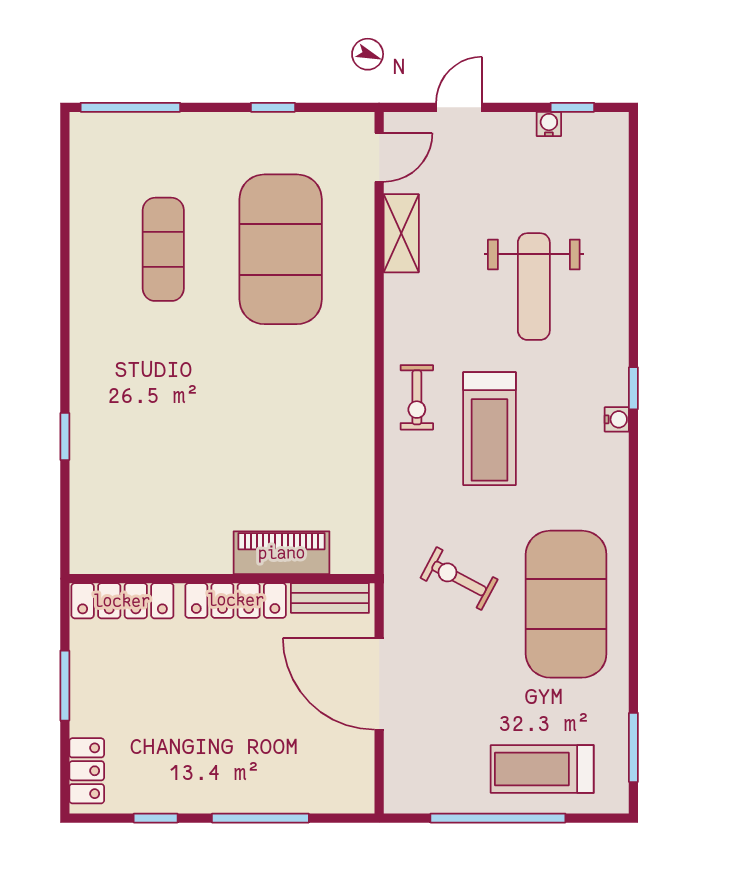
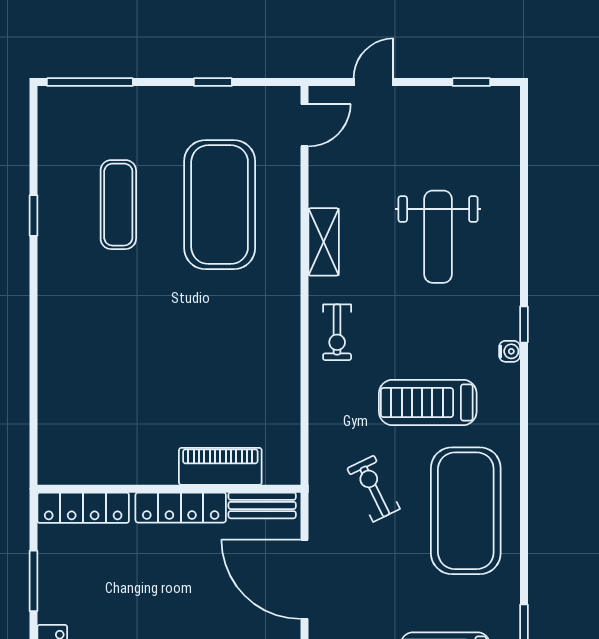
water cooler: (549, 124) -> (451, 96), removed
shelving: (401, 233) -> (324, 242), moved
treadmill: (490, 429) -> (428, 403), moved, turned 90
window: (65, 437) -> (33, 216), moved
exercise bike: (459, 579) -> (373, 489), turned 36

